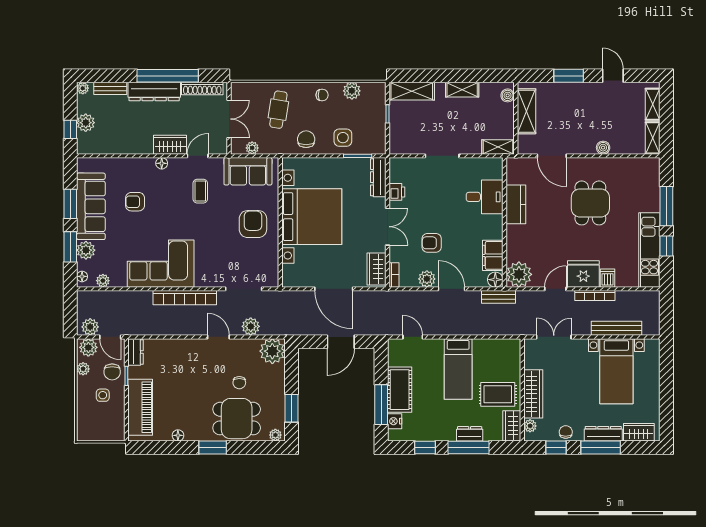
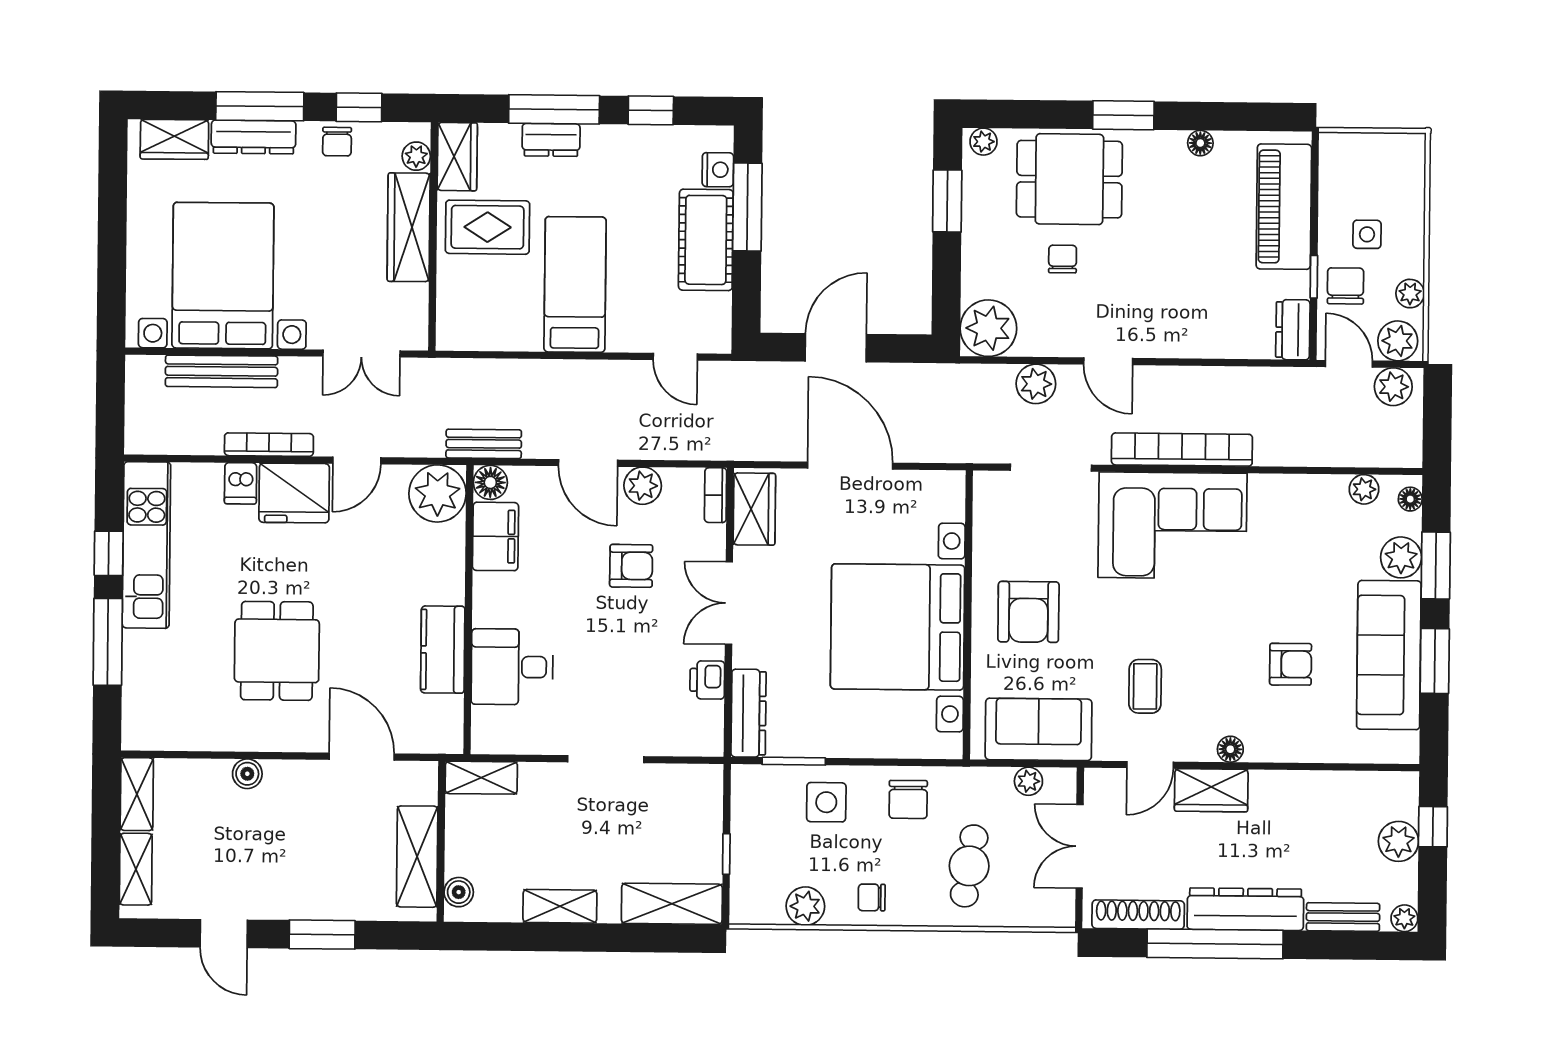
corner sofa: (161, 264) -> (1173, 525), moved
bed with nightstands: (616, 371) -> (223, 276), width x1.36

